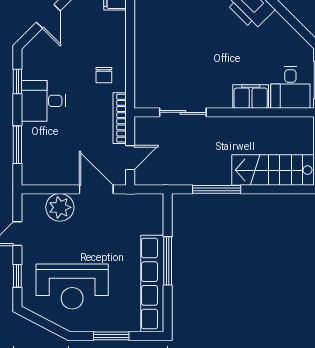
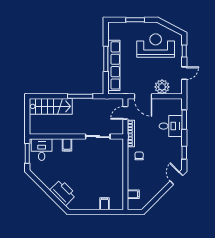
door: (48, 16) -> (176, 178), moved
filing cabinet: (251, 96) -> (67, 145), width x0.50
desk: (43, 101) -> (171, 126), moved
row of seats: (152, 284) -> (114, 65), moved

